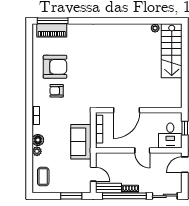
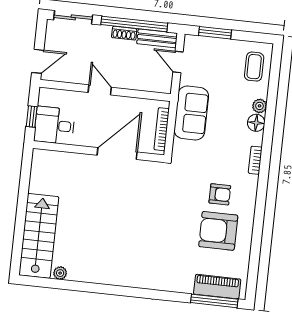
desk: (170, 136) -> (54, 125), moved, turned -90

